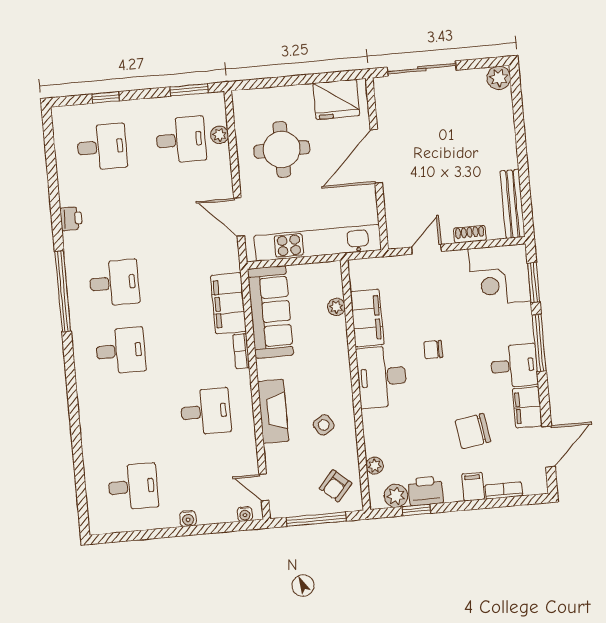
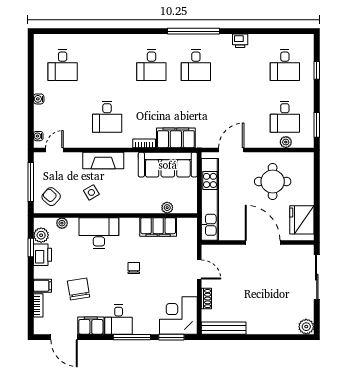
desk: (382, 377) -> (99, 233), moved

